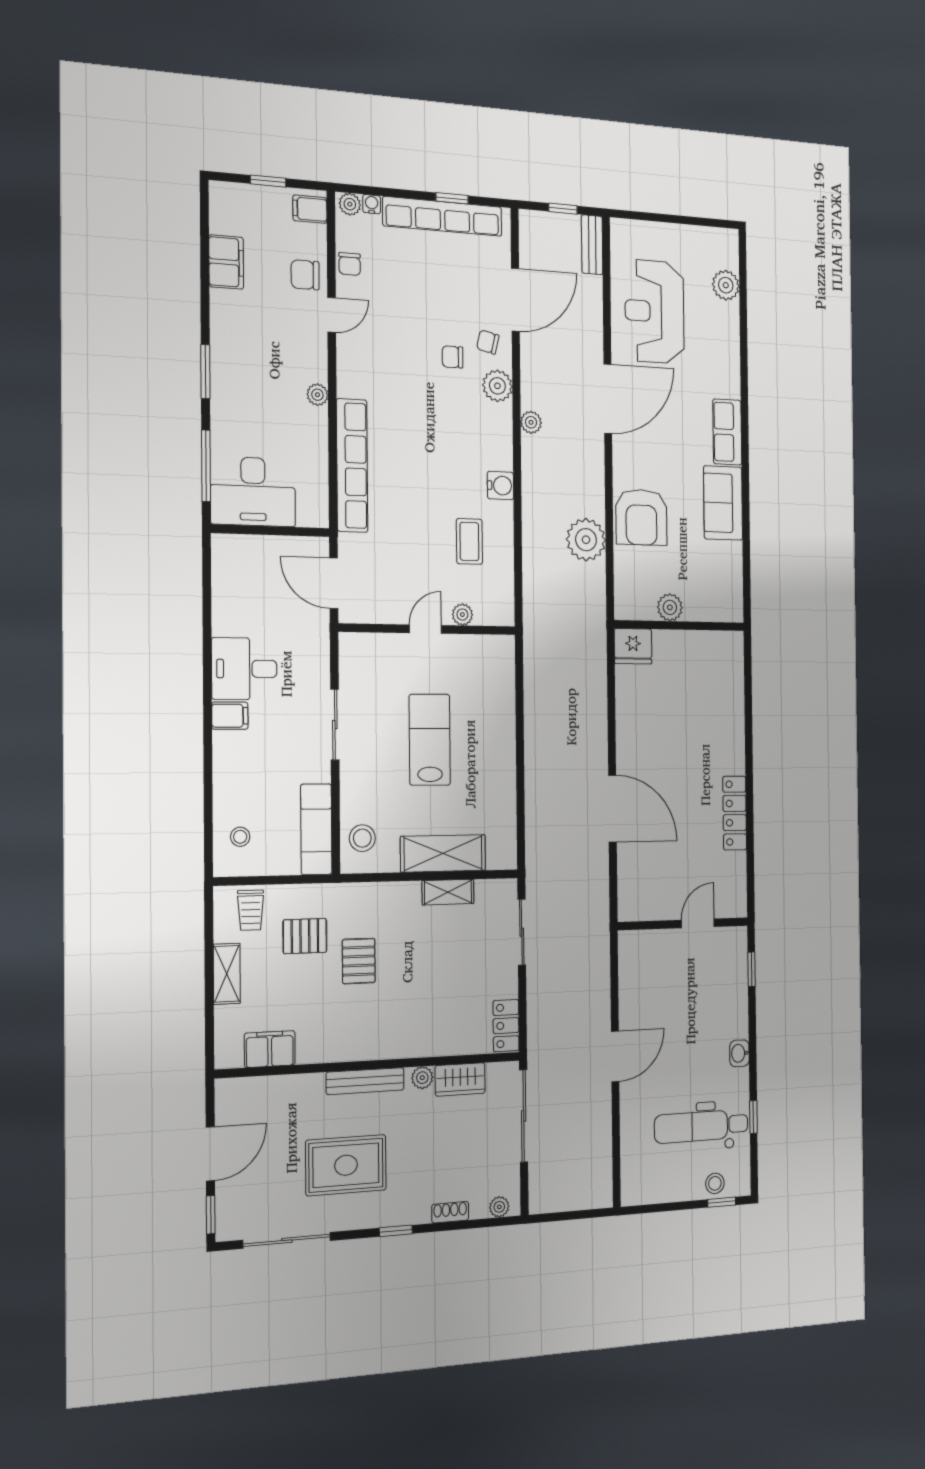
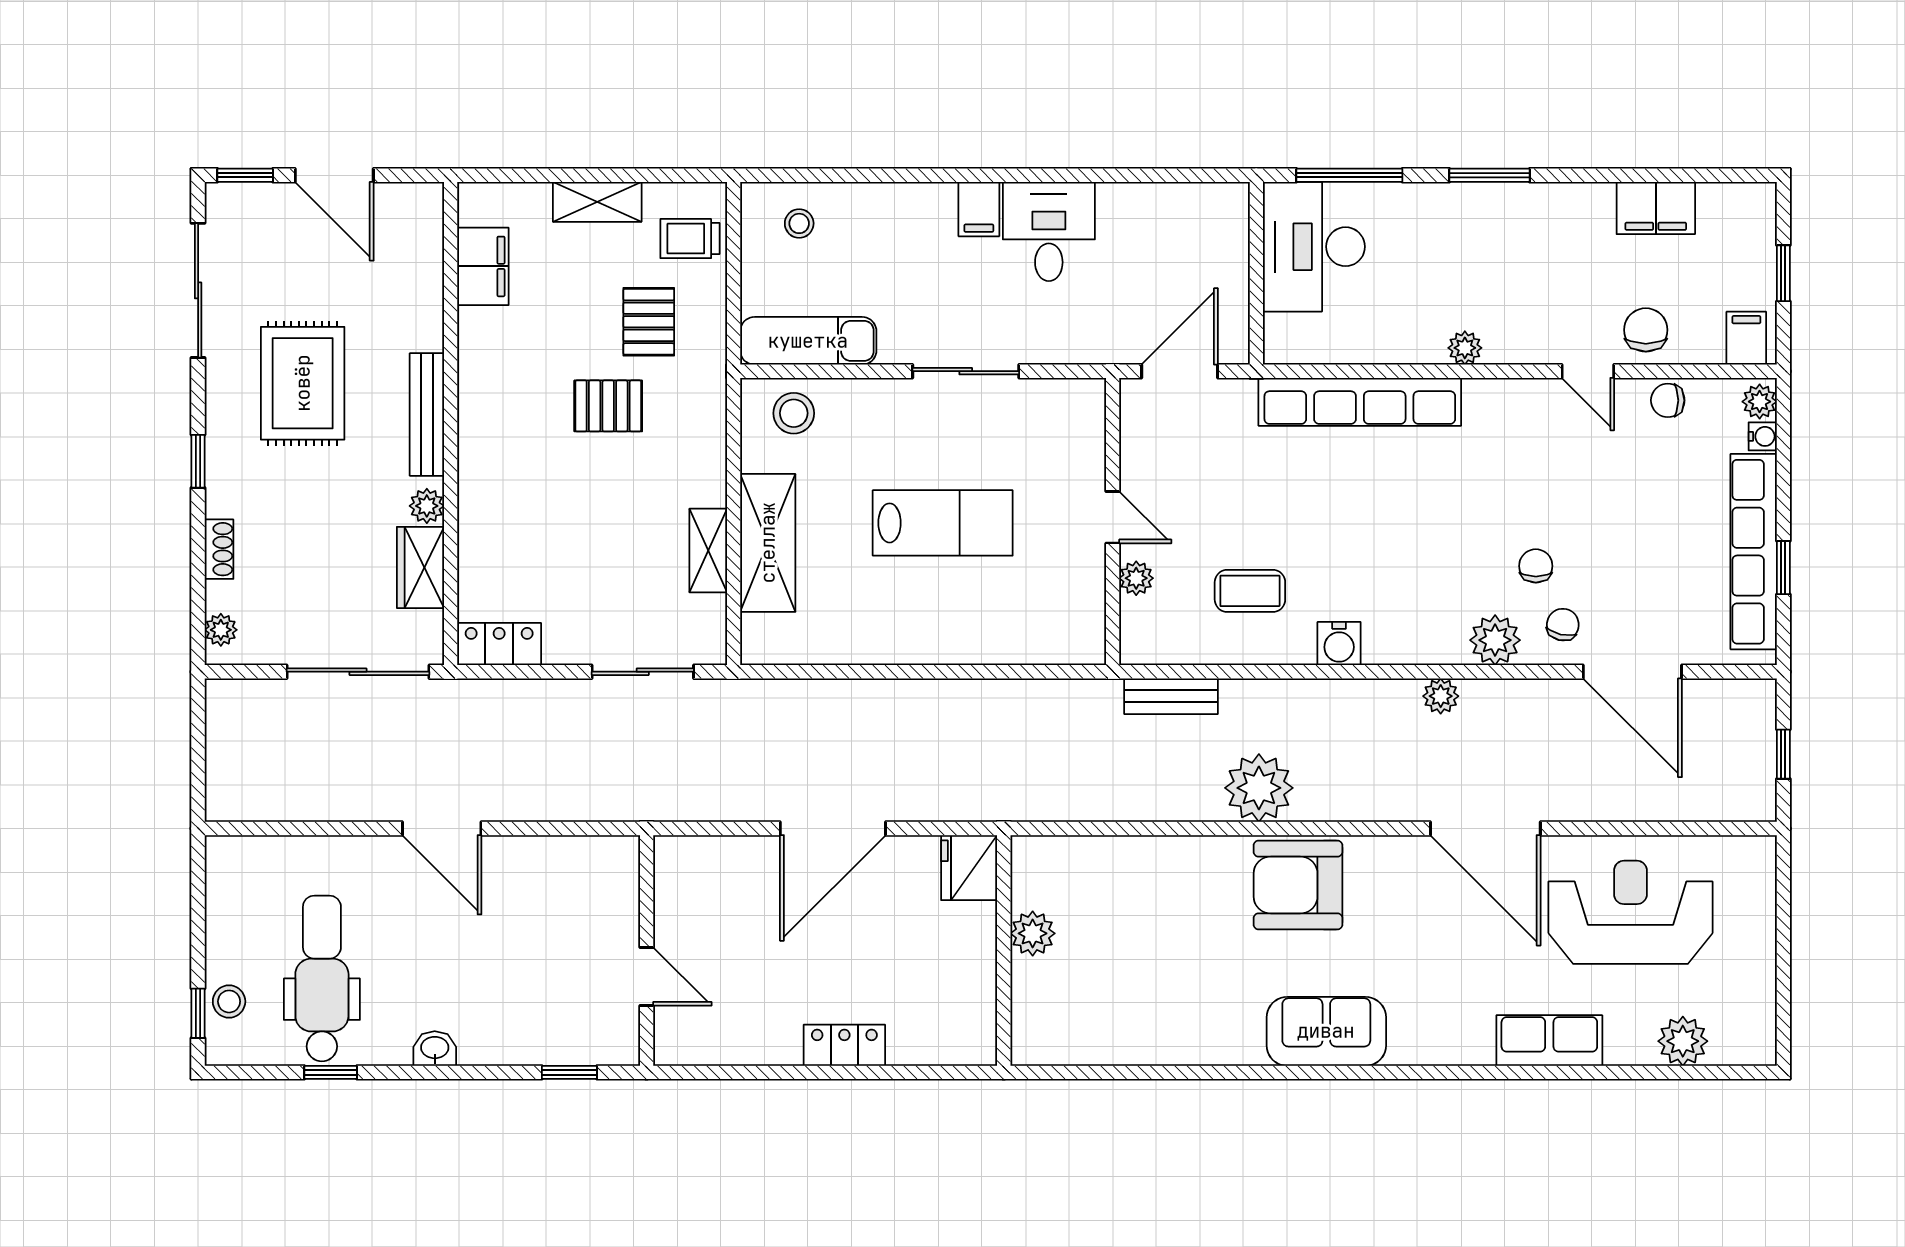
bench: (592, 245) -> (1171, 696), moved
row of seats: (727, 432) -> (1549, 1041), moved
plant: (670, 607) -> (1033, 933), moved
wall: (680, 625) -> (1004, 950), moved
fridge: (633, 646) -> (969, 868), moved
locker: (735, 813) -> (844, 1045), width x0.66

